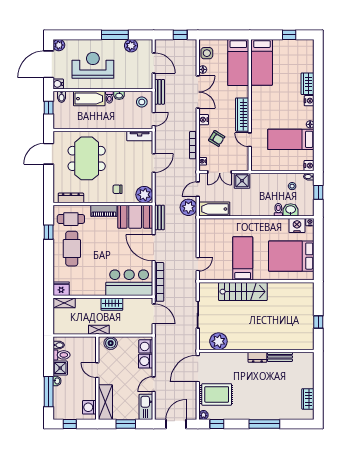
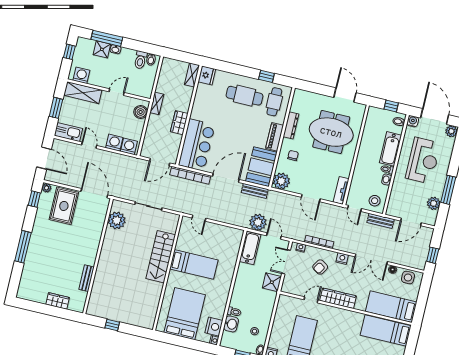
dresser: (71, 198) -> (291, 125), moved
dresser: (257, 357) -> (91, 256), removed
shower: (60, 368) -> (102, 49), moved
wardrobe: (308, 399) -> (58, 301), moved

